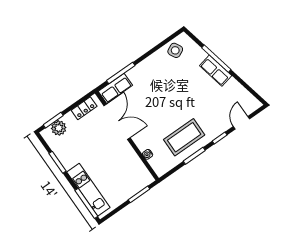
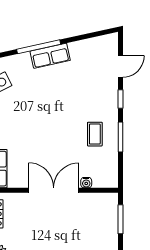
double door: (117, 122) -> (54, 190), moved
door: (241, 123) -> (120, 66), swing flipped
coffee table: (184, 137) -> (95, 134), width x0.54, depth x0.58

